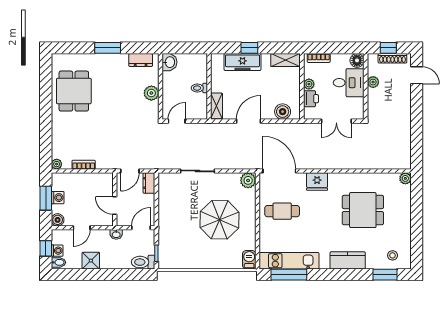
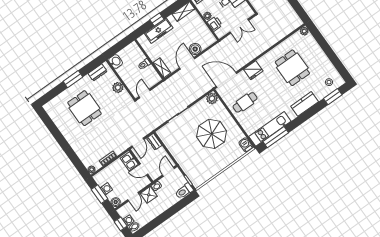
dining table: (74, 91) -> (85, 108), moved
boiler: (283, 112) -> (195, 49), moved
kitchen sink: (105, 185) -> (129, 161), added
dining table: (363, 210) -> (292, 68), turned 90
shower: (91, 261) -> (149, 195), moved

